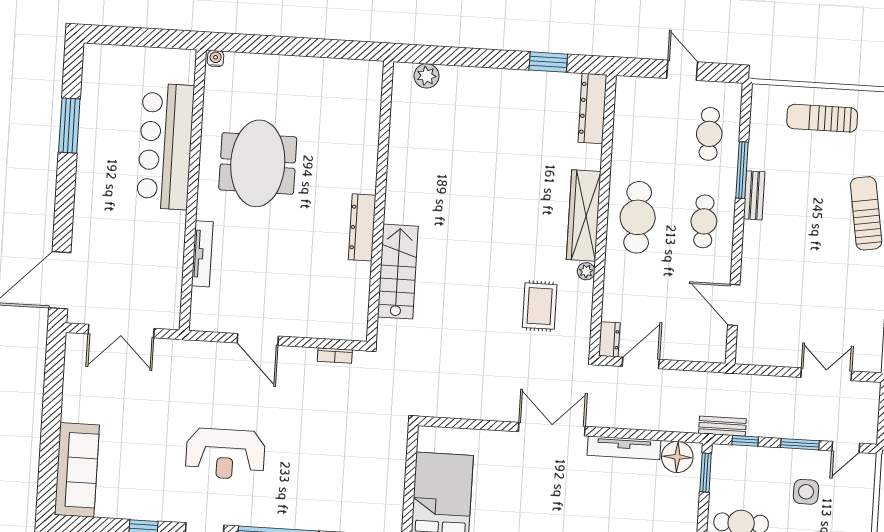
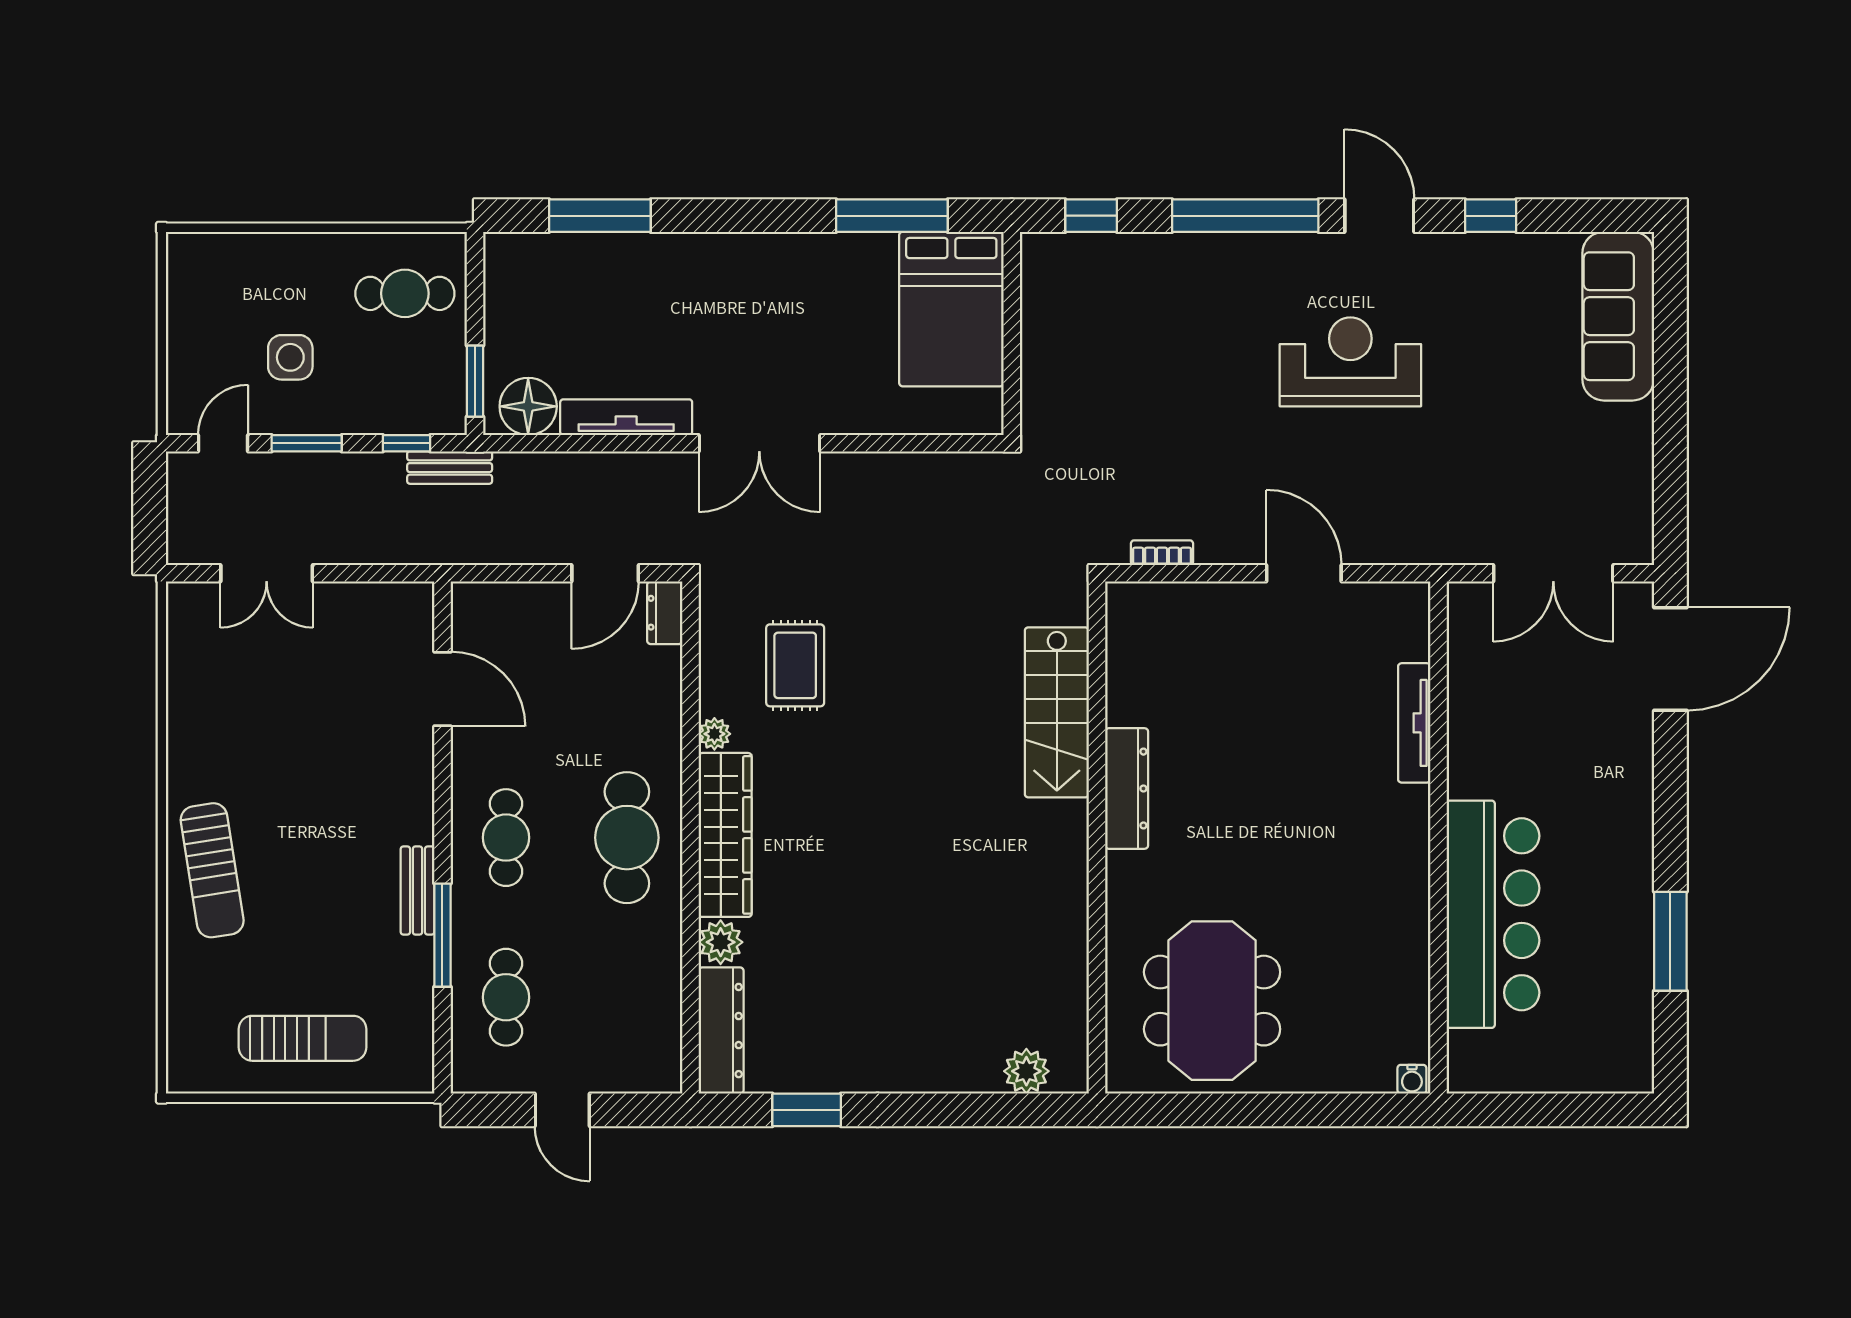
plant: (590, 157) -> (721, 942), added
meeting table: (258, 163) -> (1212, 1001), moved
double door: (121, 331) -> (1553, 573), swing flipped

